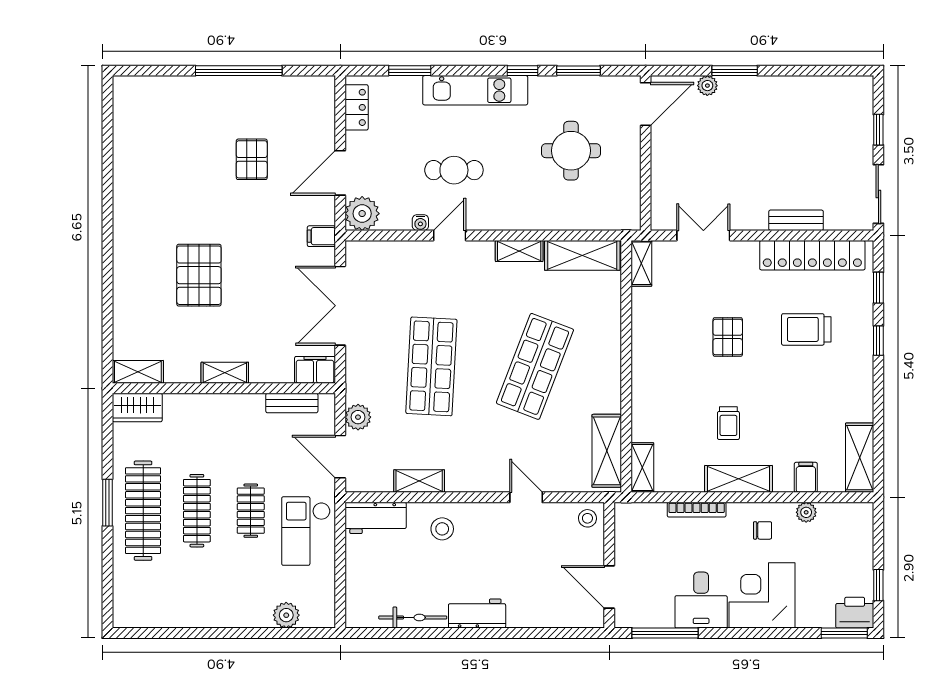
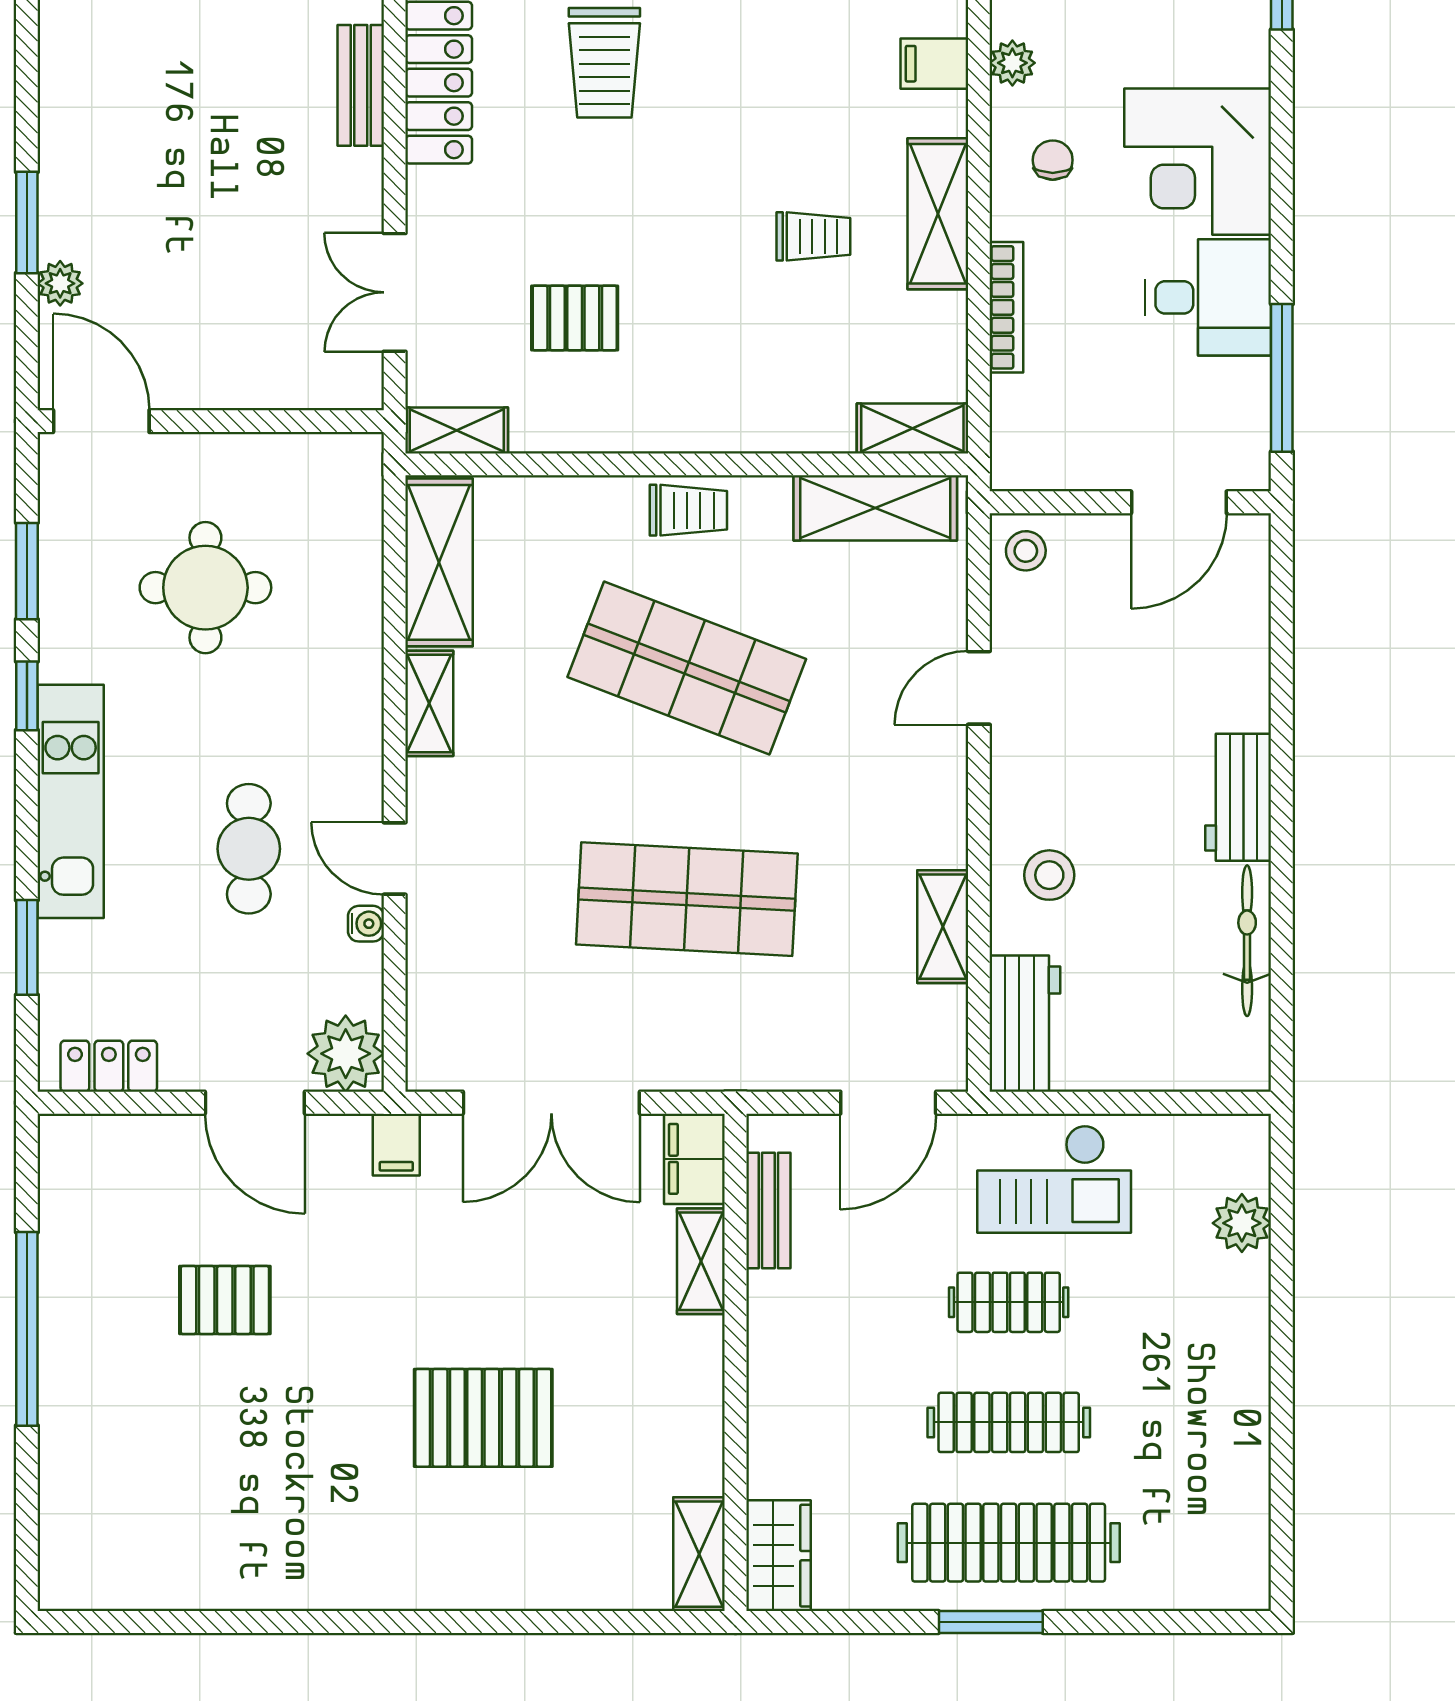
pallet: (728, 337) -> (575, 318), moved
trolley: (606, 367) -> (688, 510), added
shelving: (225, 373) -> (701, 1261), moved
plant: (358, 417) -> (800, 1063), removed

